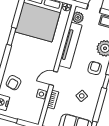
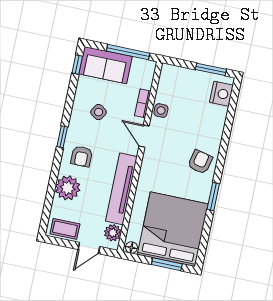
door: (53, 78) -> (144, 136), swing flipped
armchair: (14, 83) -> (200, 162), moved

